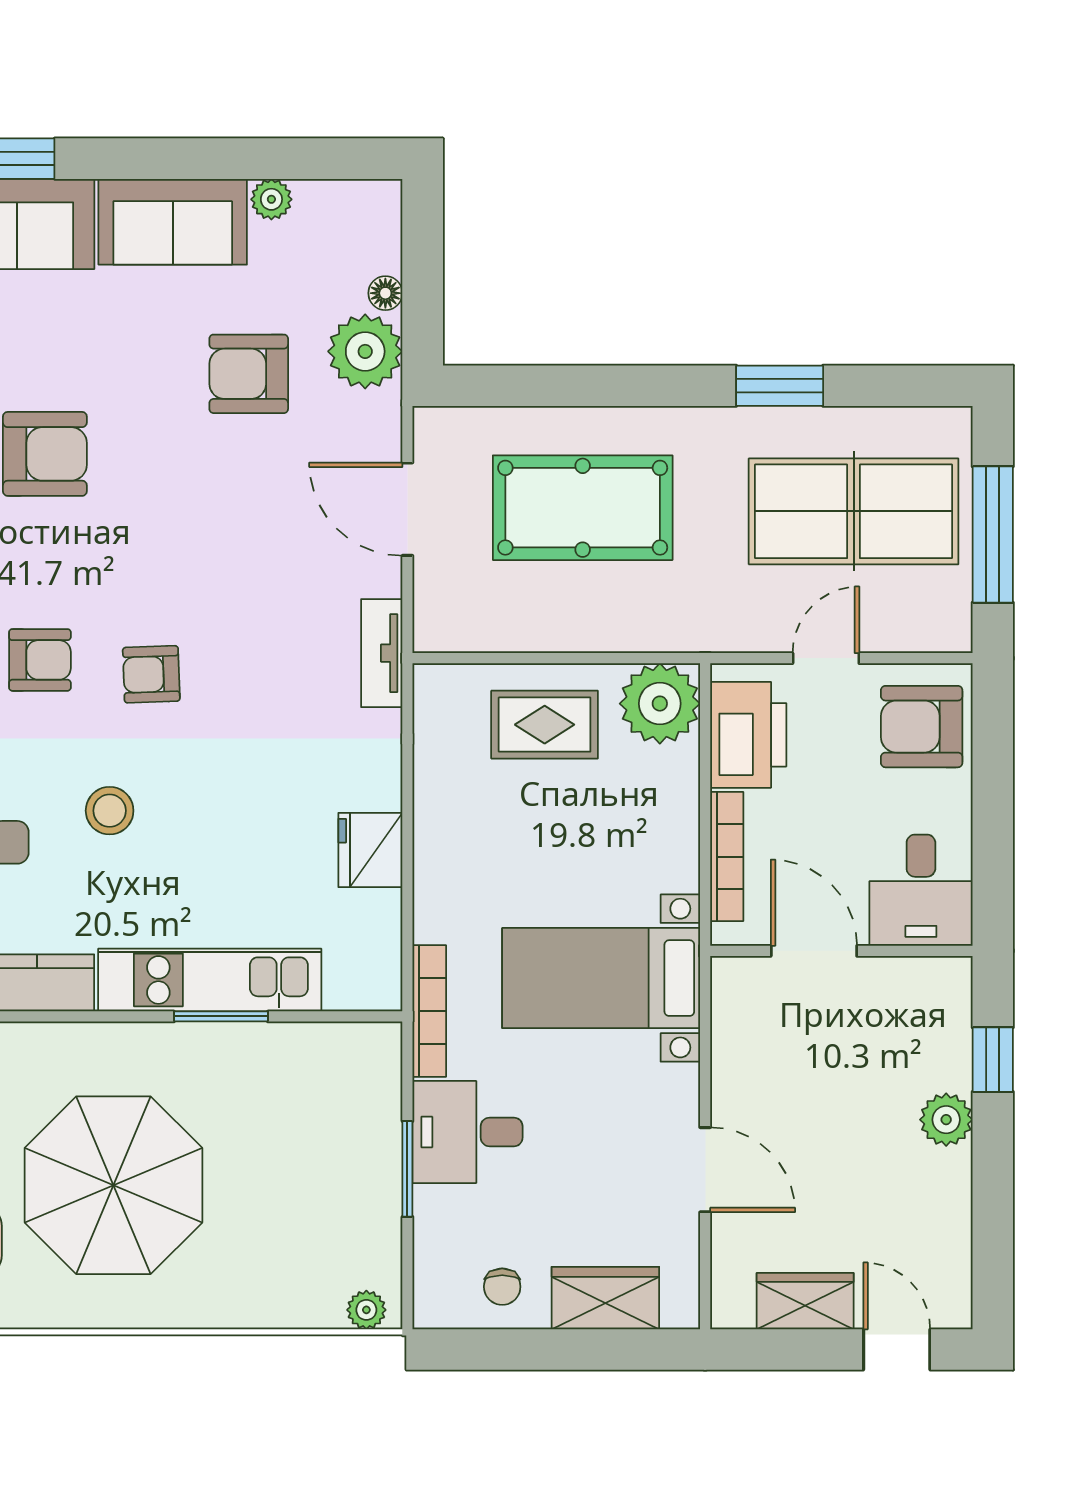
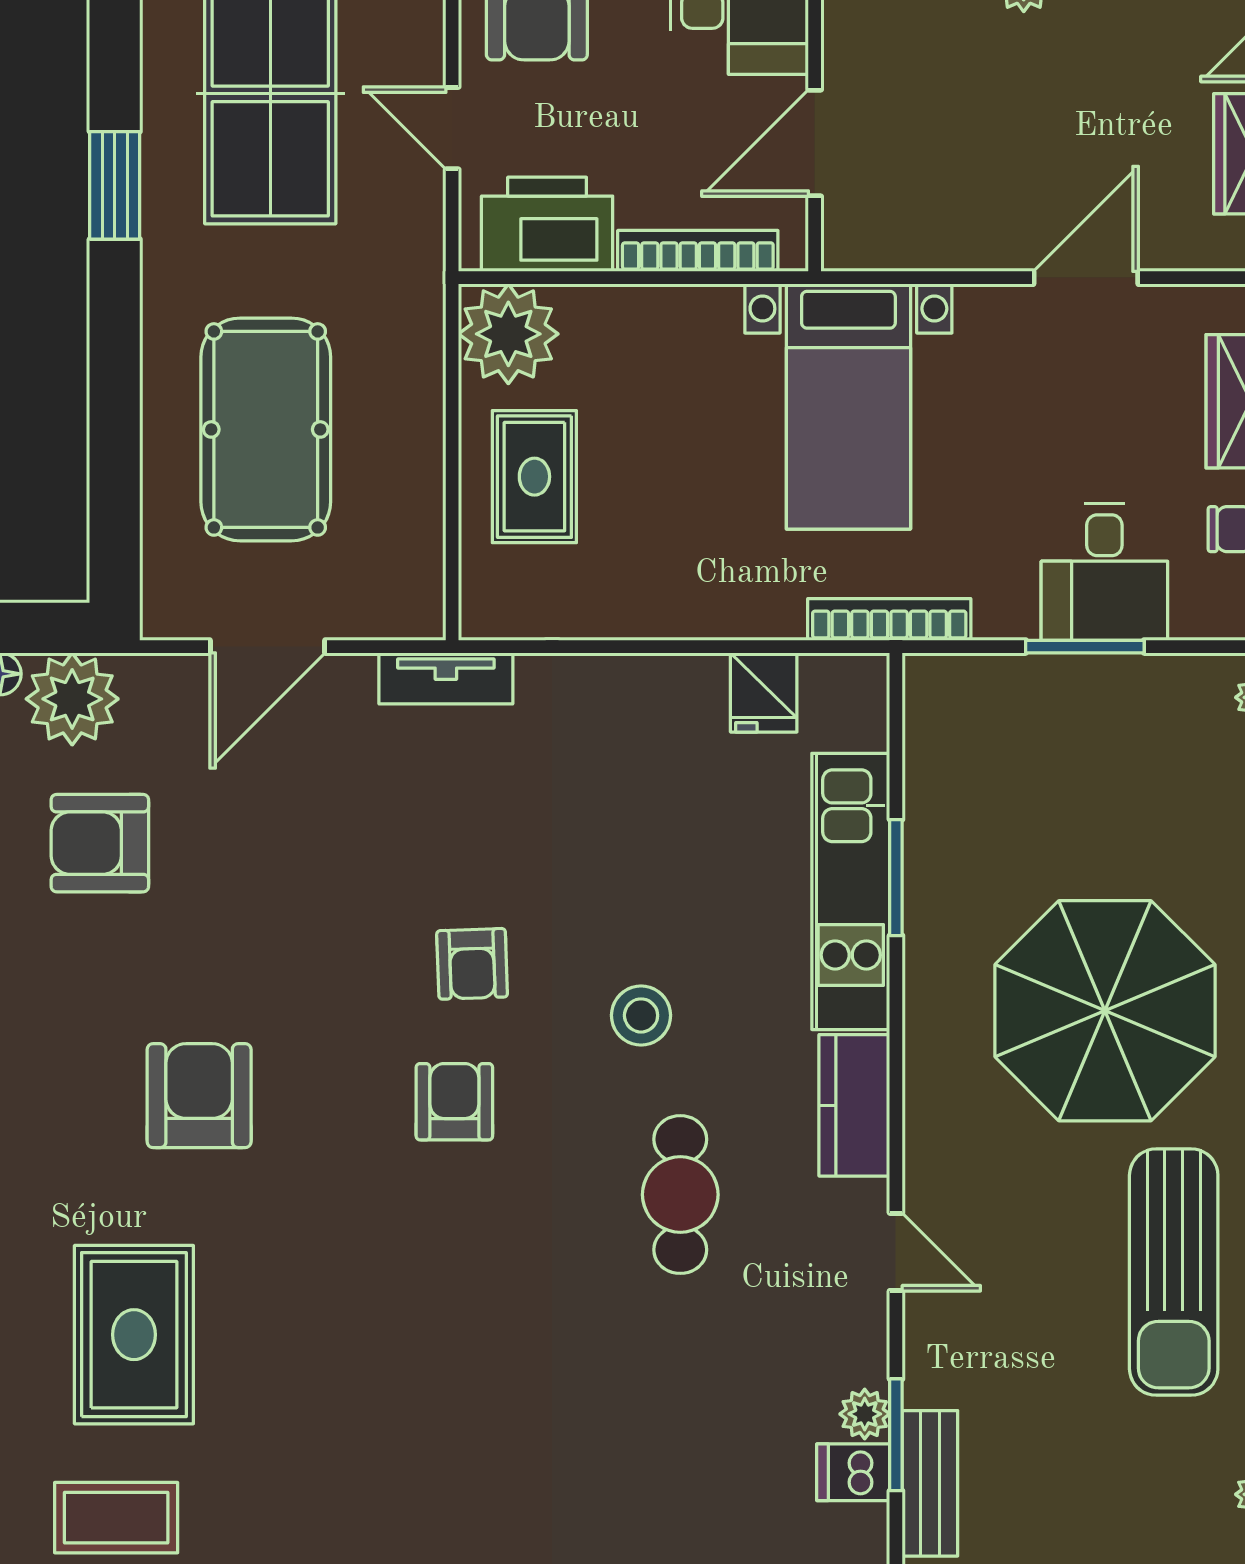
armchair: (249, 374) -> (100, 843), turned 90
fridge: (370, 850) -> (764, 692), moved, width x0.72
desk: (468, 1132) -> (1104, 572), moved

